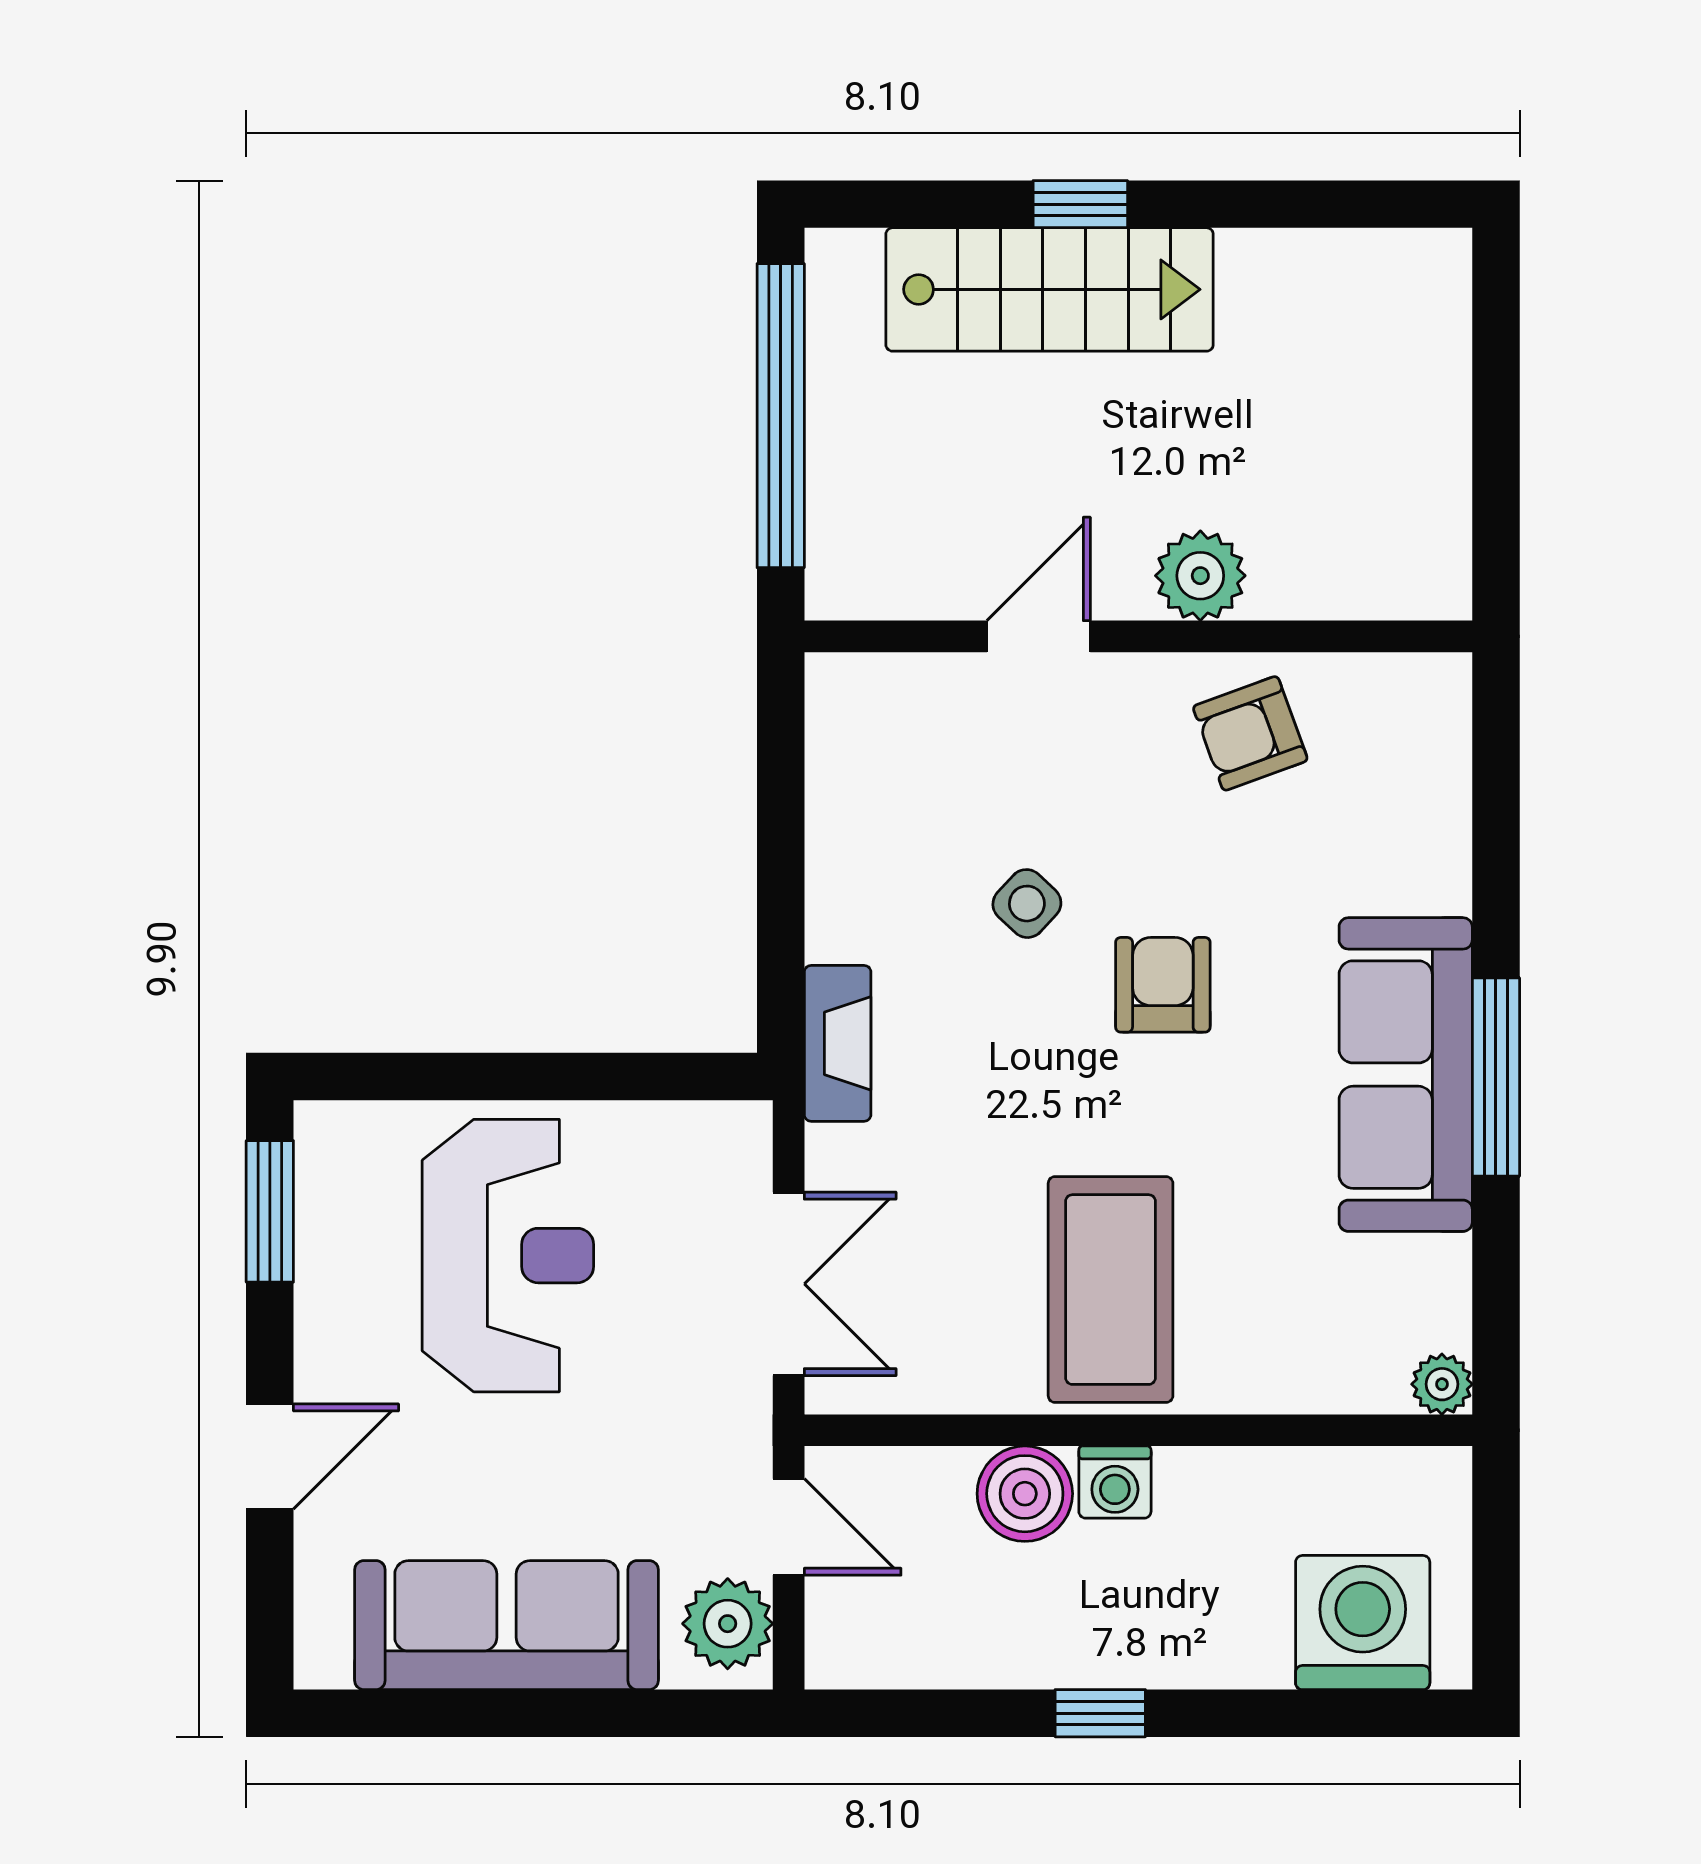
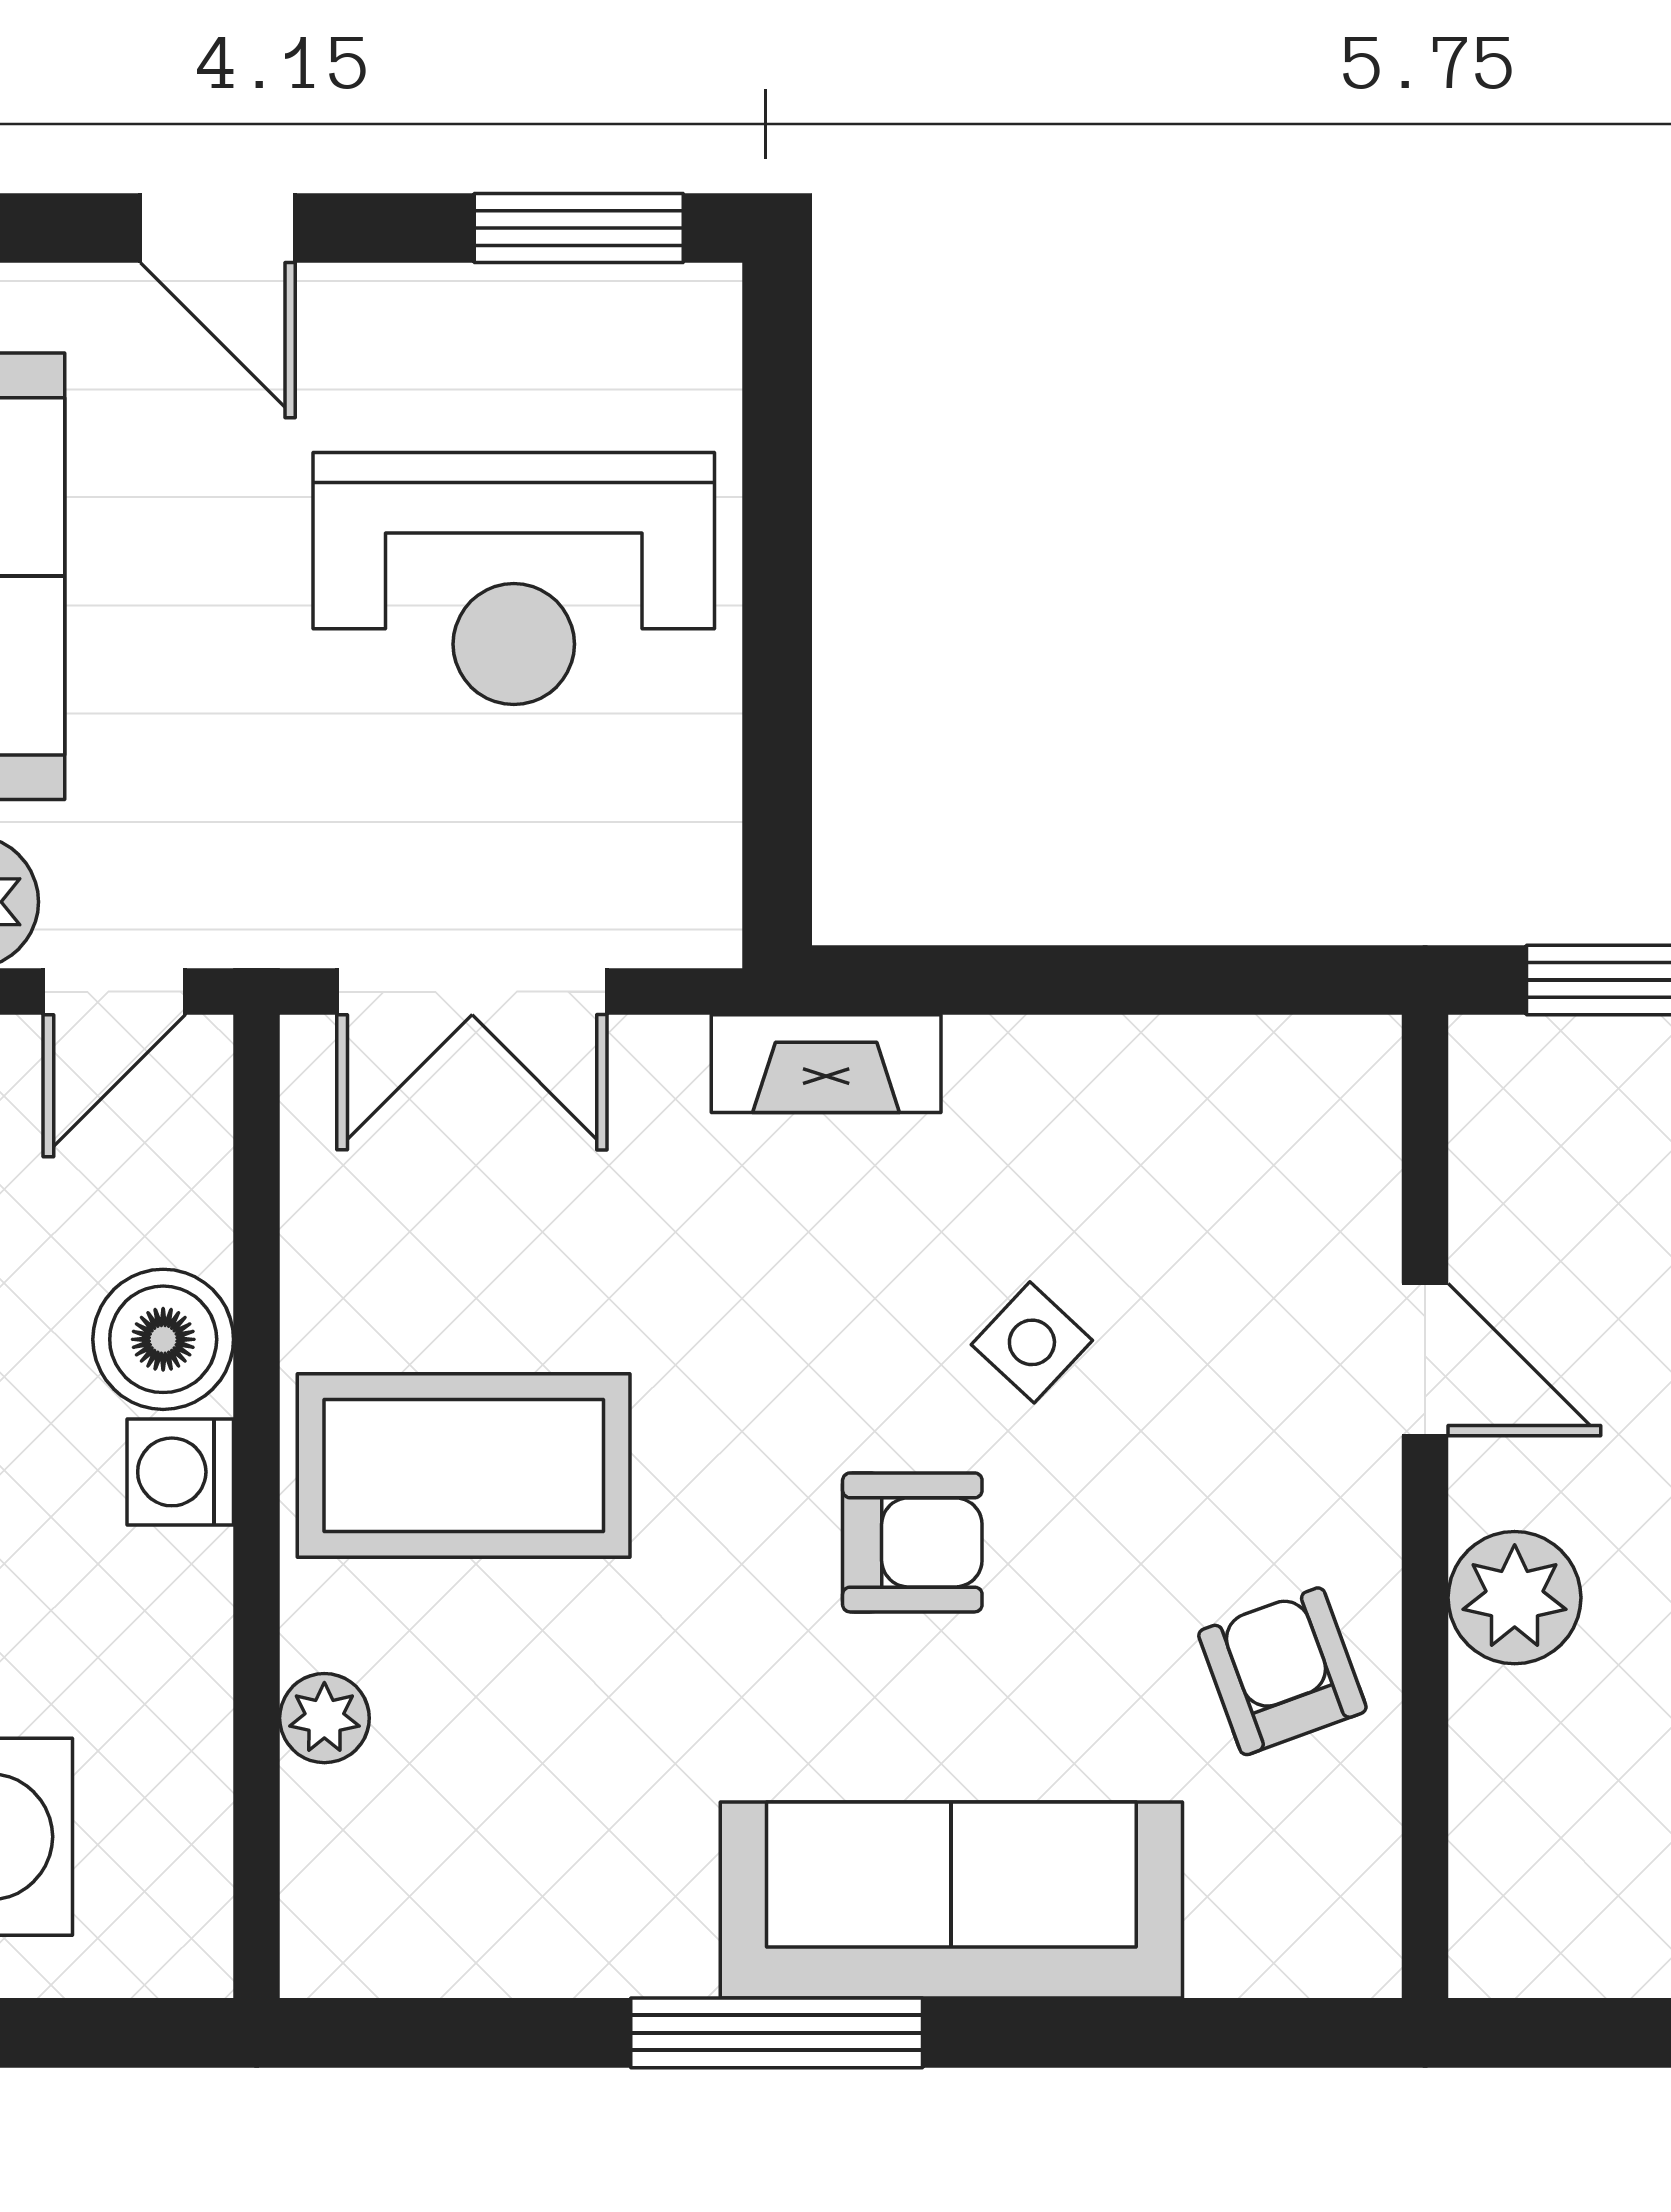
sofa: (1406, 1075) -> (951, 1900), moved
plant: (1442, 1384) -> (324, 1718), moved

